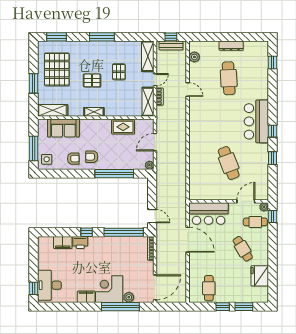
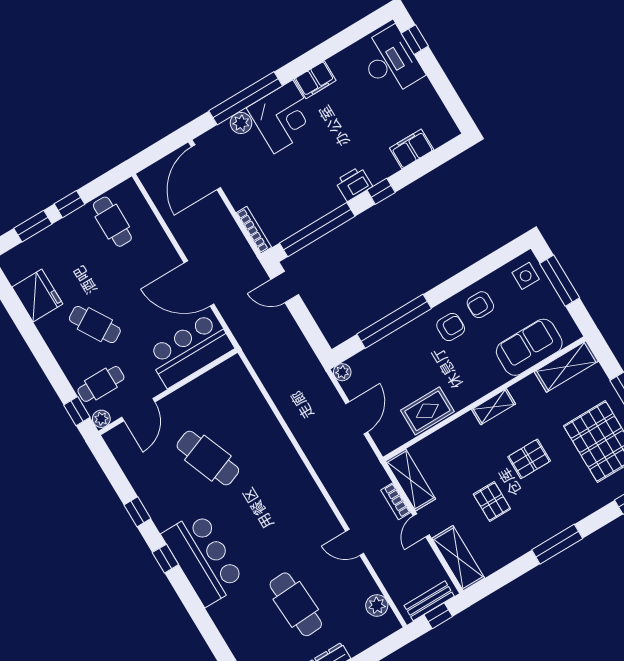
printer: (80, 243) -> (354, 184), moved

